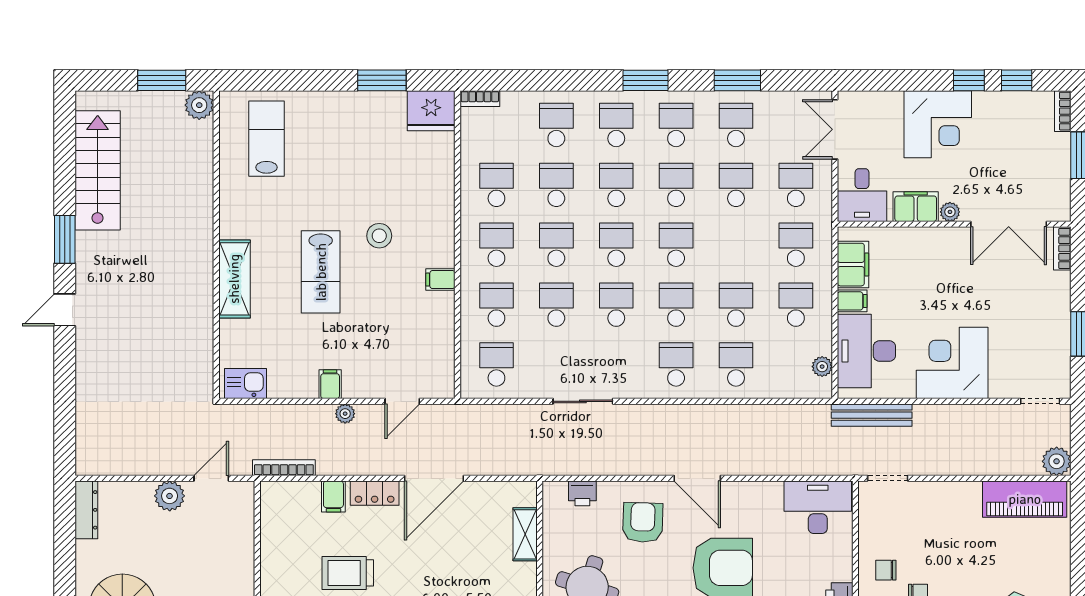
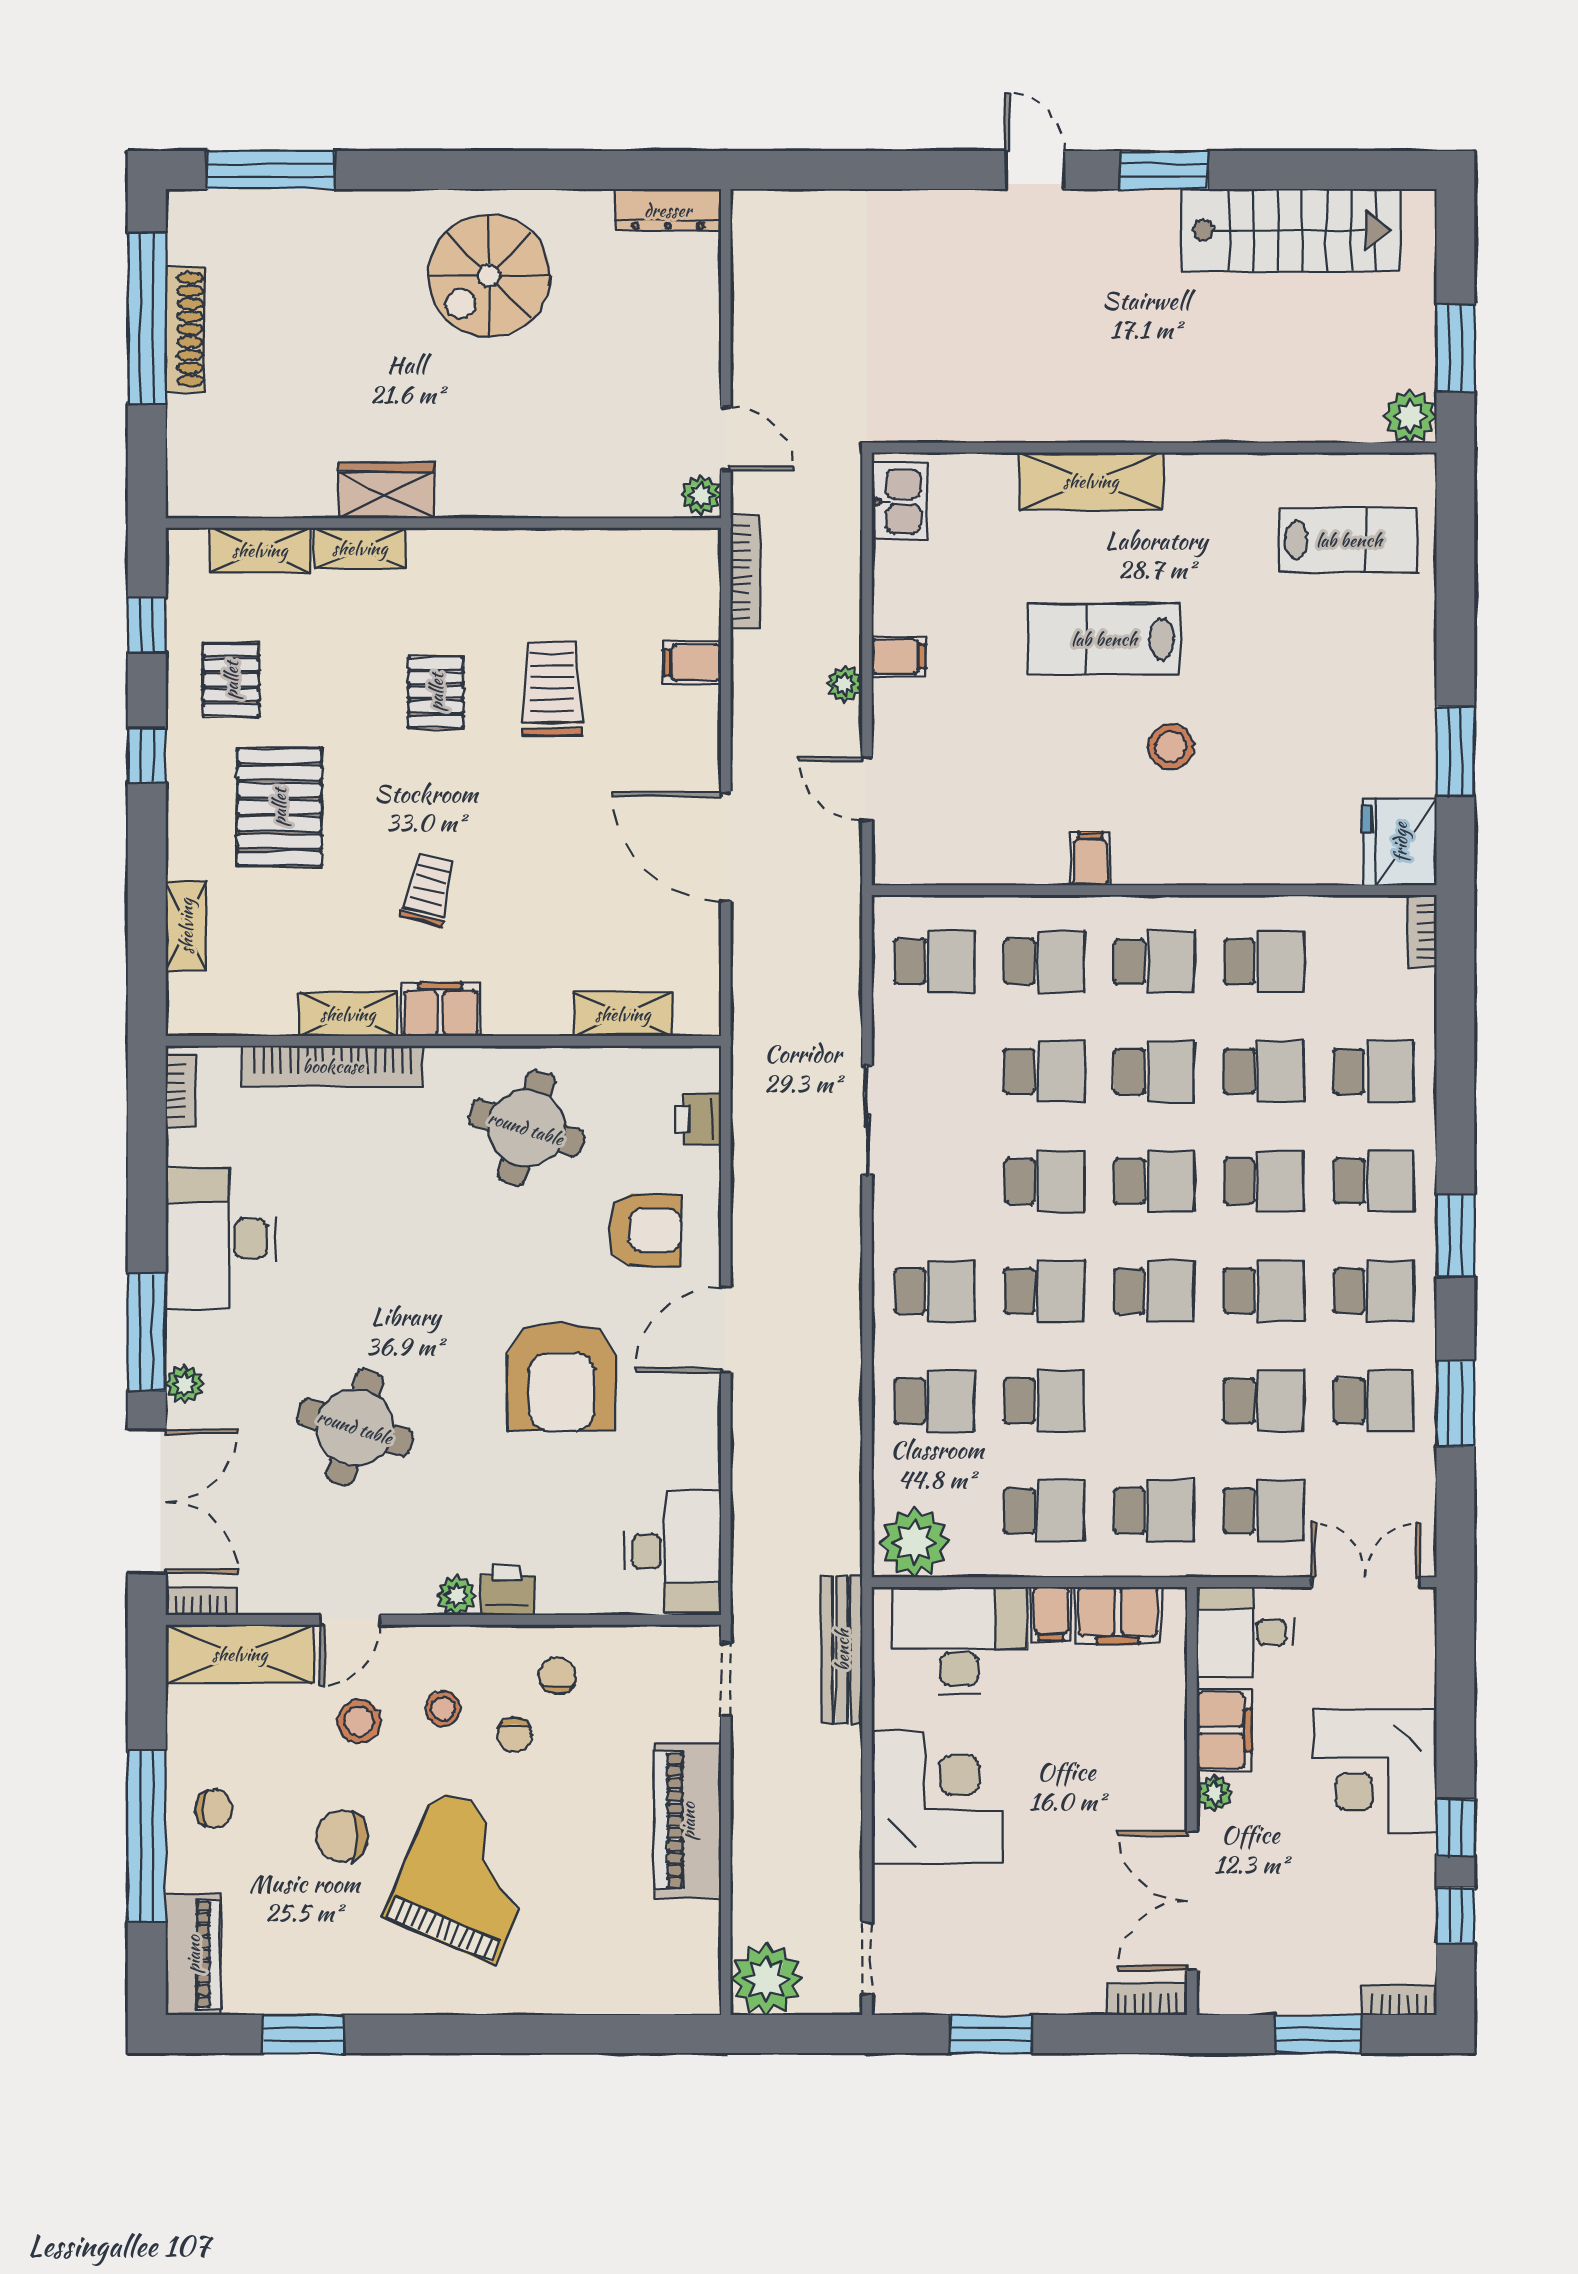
plant: (822, 367) -> (914, 1543), width x1.88, depth x1.88
plant: (1057, 461) -> (767, 1979), width x1.36, depth x1.36
locker: (375, 493) -> (699, 738), removed
plant: (170, 496) -> (701, 495), moved, width x0.73, depth x0.73
piano: (1025, 499) -> (688, 1821), moved

